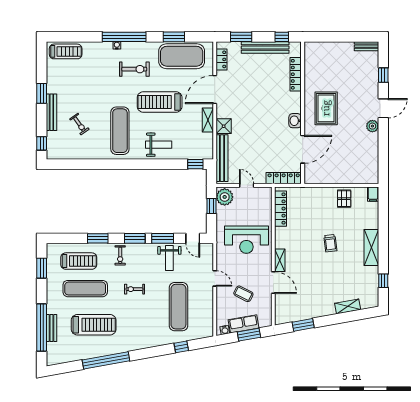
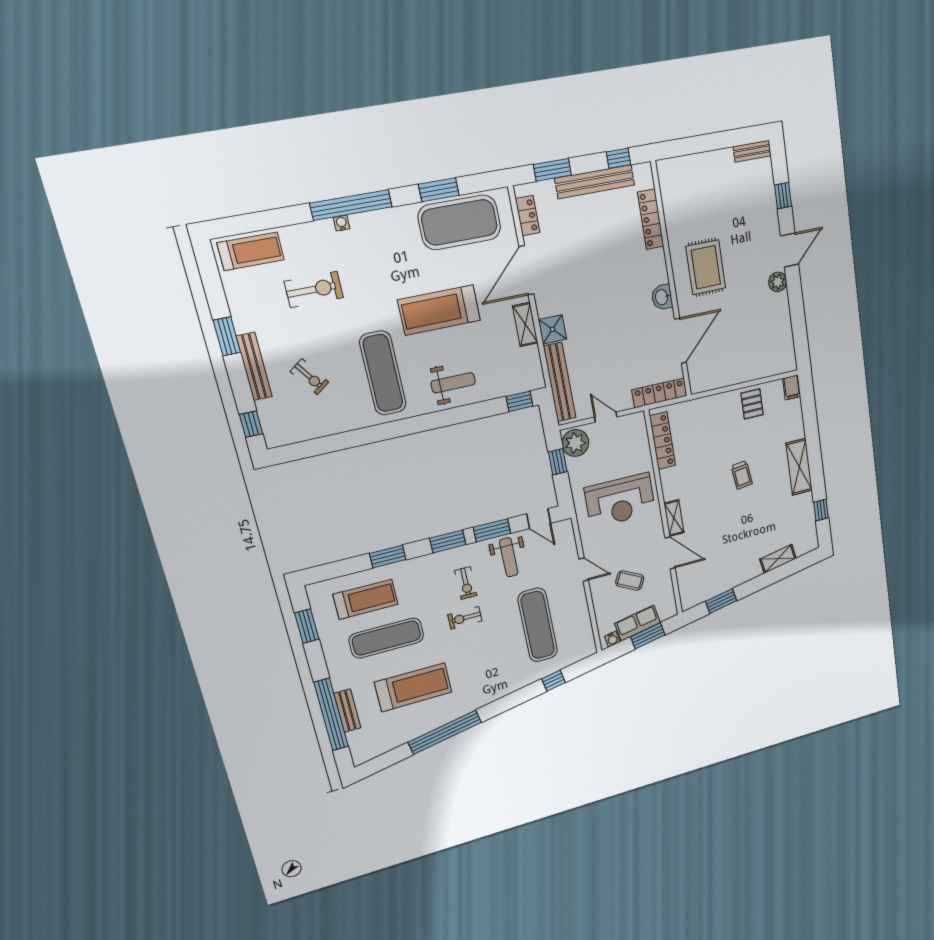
exercise bike: (134, 69) -> (314, 289), moved
exercise bike: (120, 255) -> (466, 583), moved

